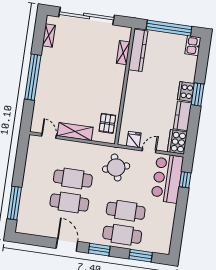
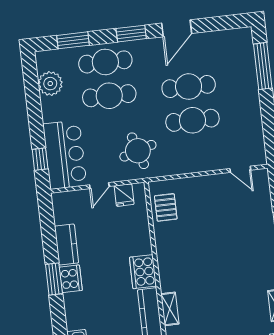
shelving: (75, 132) -> (206, 185), removed
cooker: (177, 142) -> (143, 272), moved, turned 180
plant: (164, 230) -> (50, 84), added
door: (67, 245) -> (177, 28), hinge flipped

